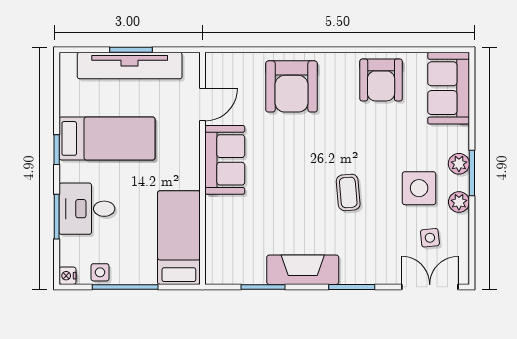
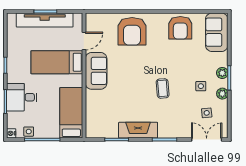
bed: (107, 138) -> (57, 62), moved, turned 180
side table: (419, 188) -> (201, 86), width x0.54, depth x0.54

